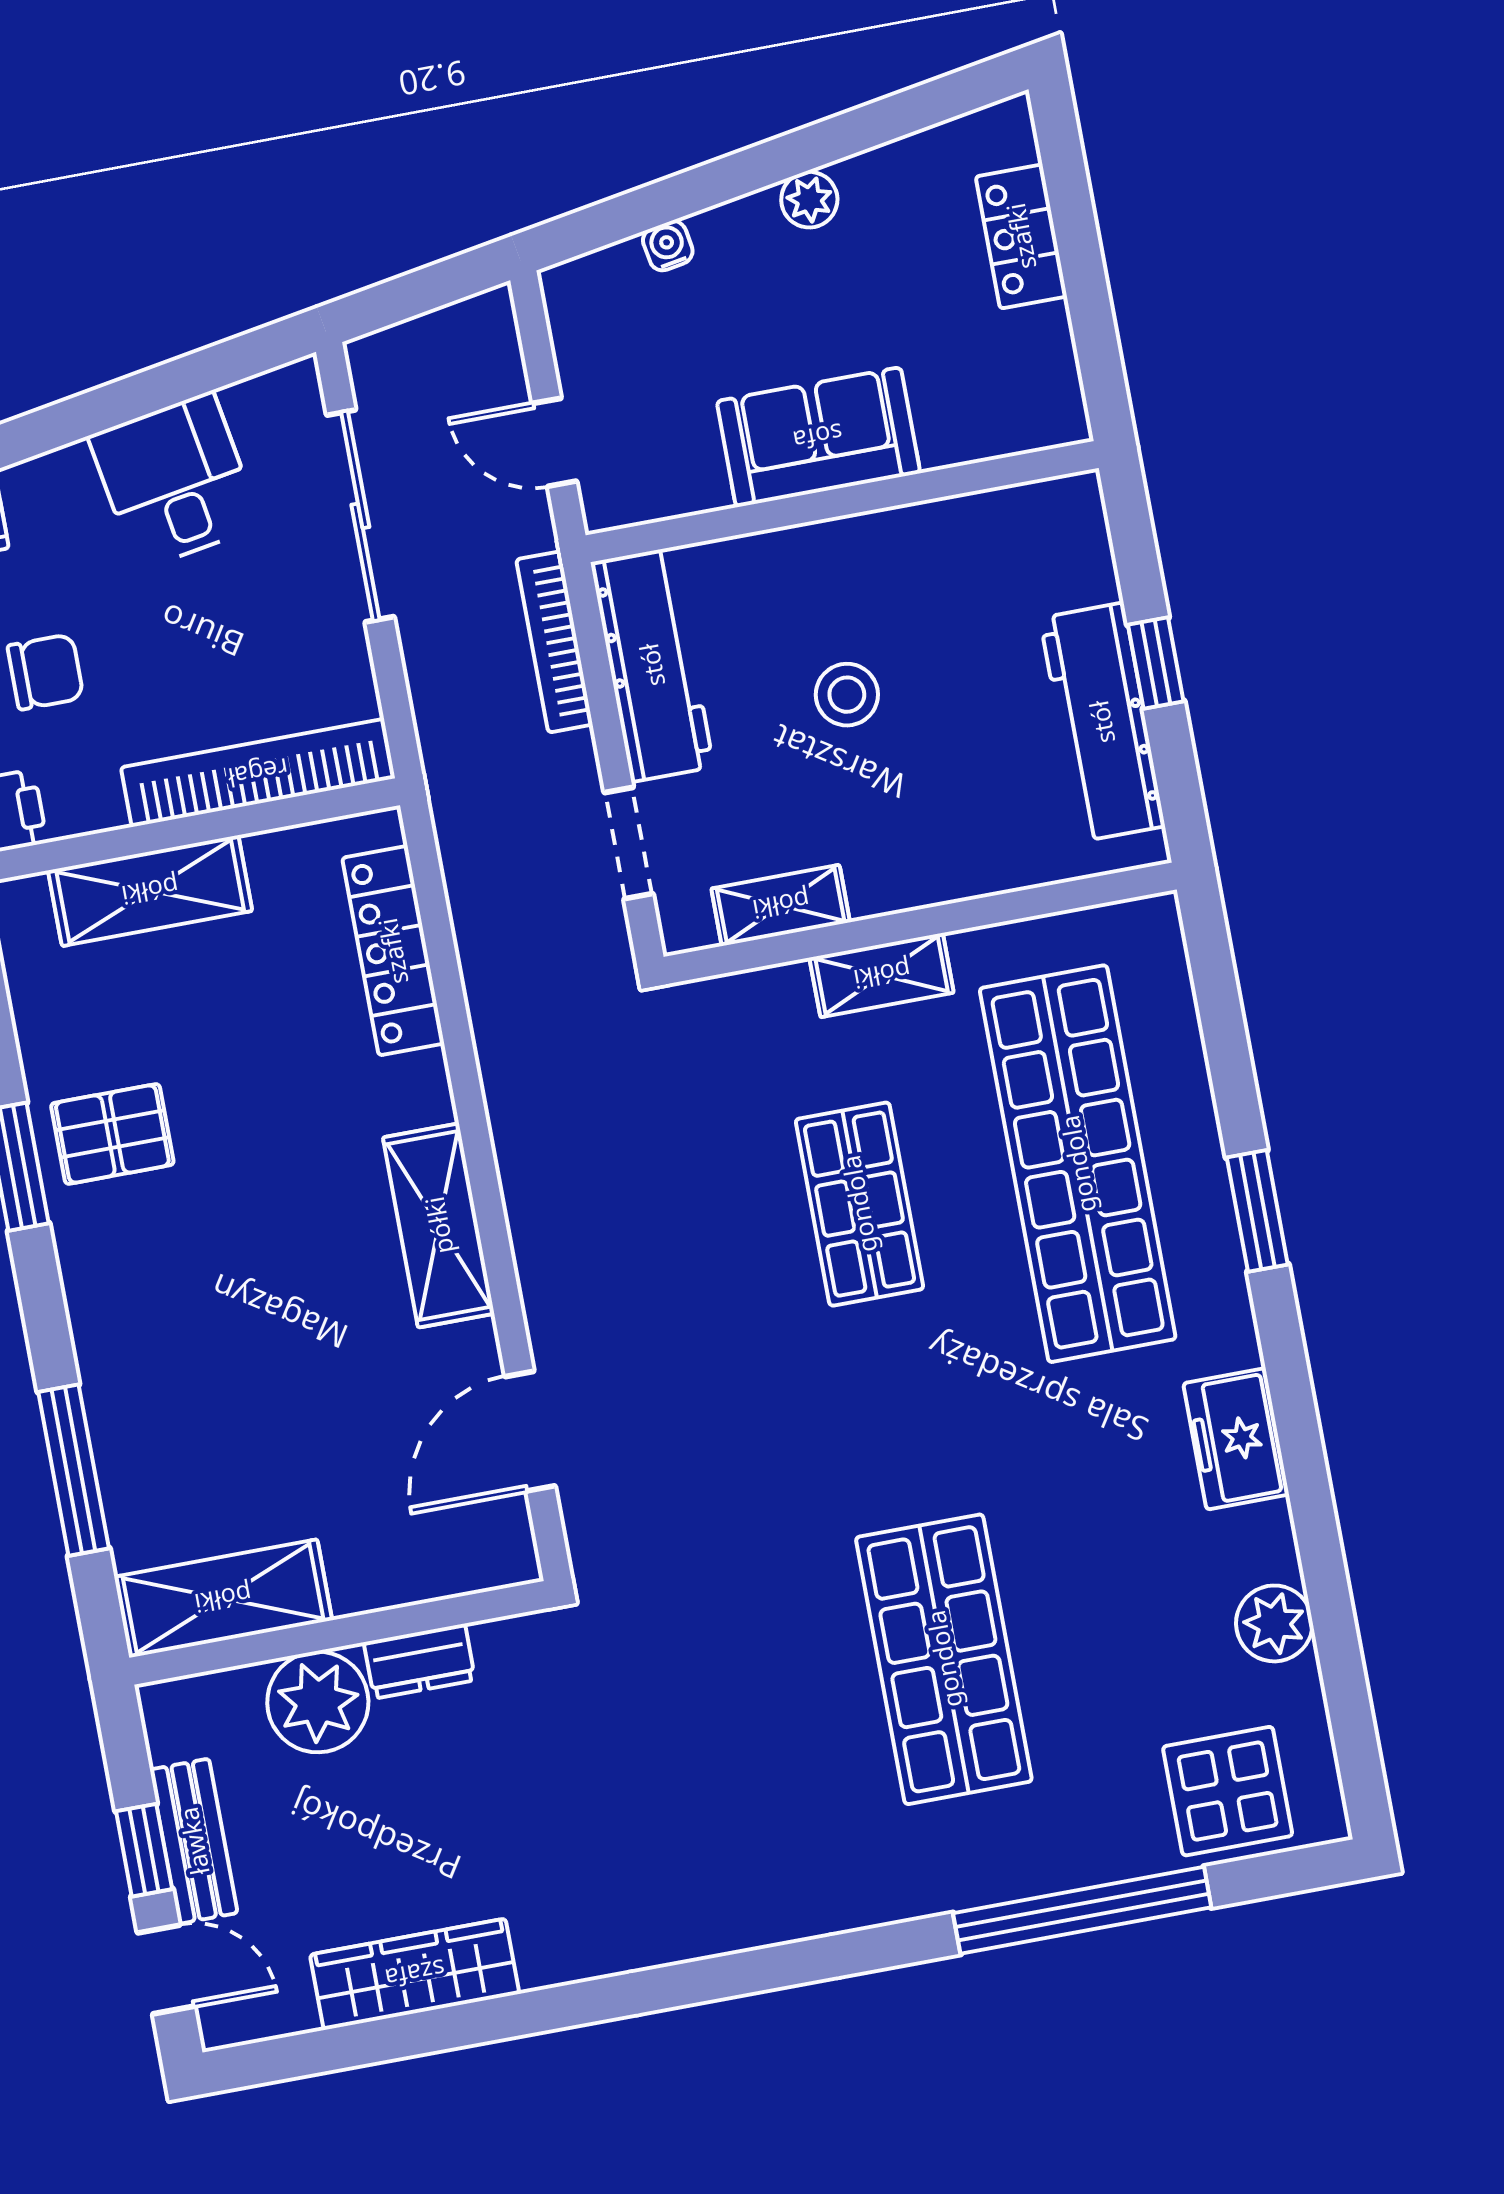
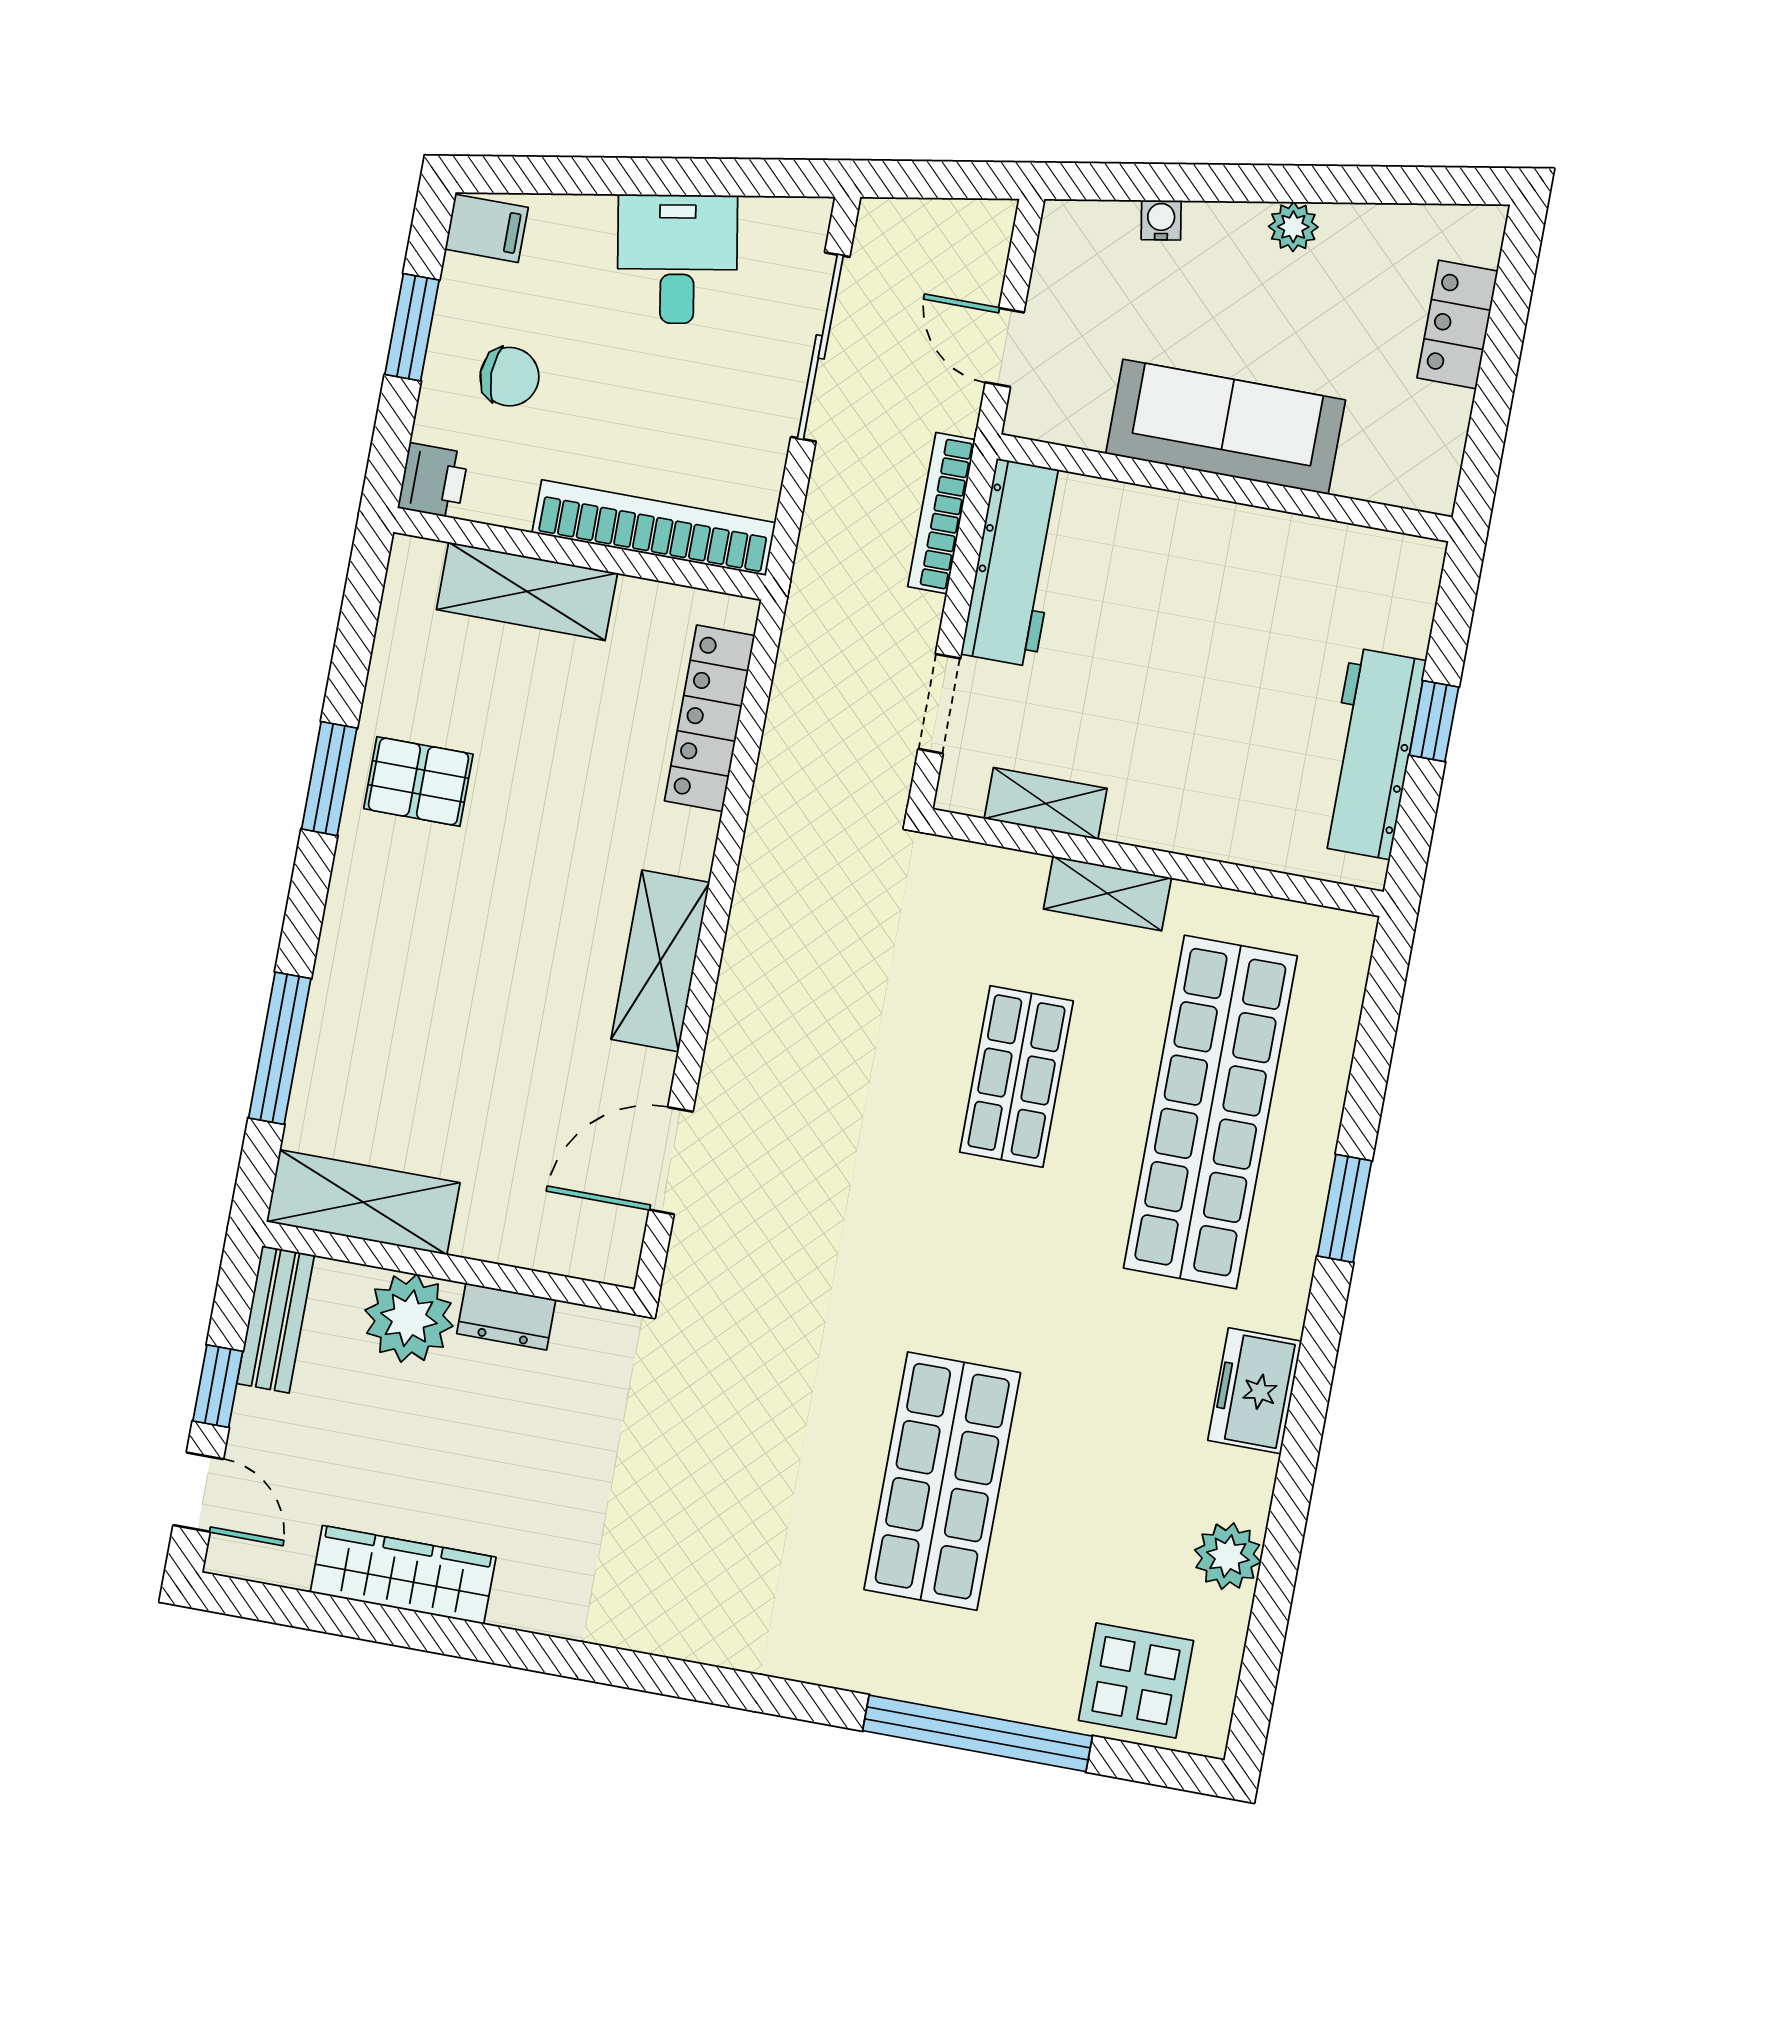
sofa: (818, 437) -> (1226, 427), width x1.36
stool: (847, 695) -> (1167, 650), removed
bench: (194, 1841) -> (276, 1320), moved

